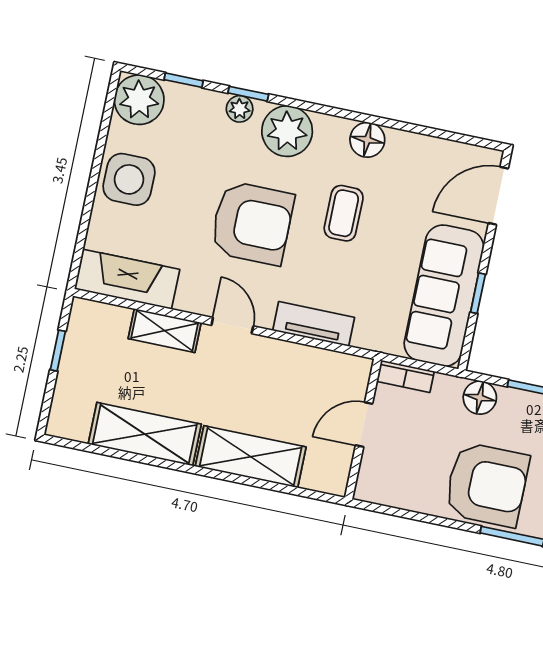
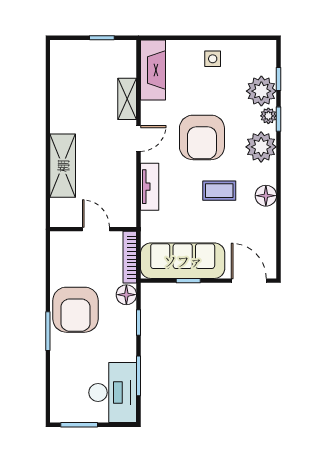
plant: (139, 100) -> (261, 91), moved
side table: (129, 179) -> (213, 59), width x0.54, depth x0.54
bookcase: (405, 376) -> (130, 257), width x1.56
shelving: (145, 434) -> (63, 100), removed

